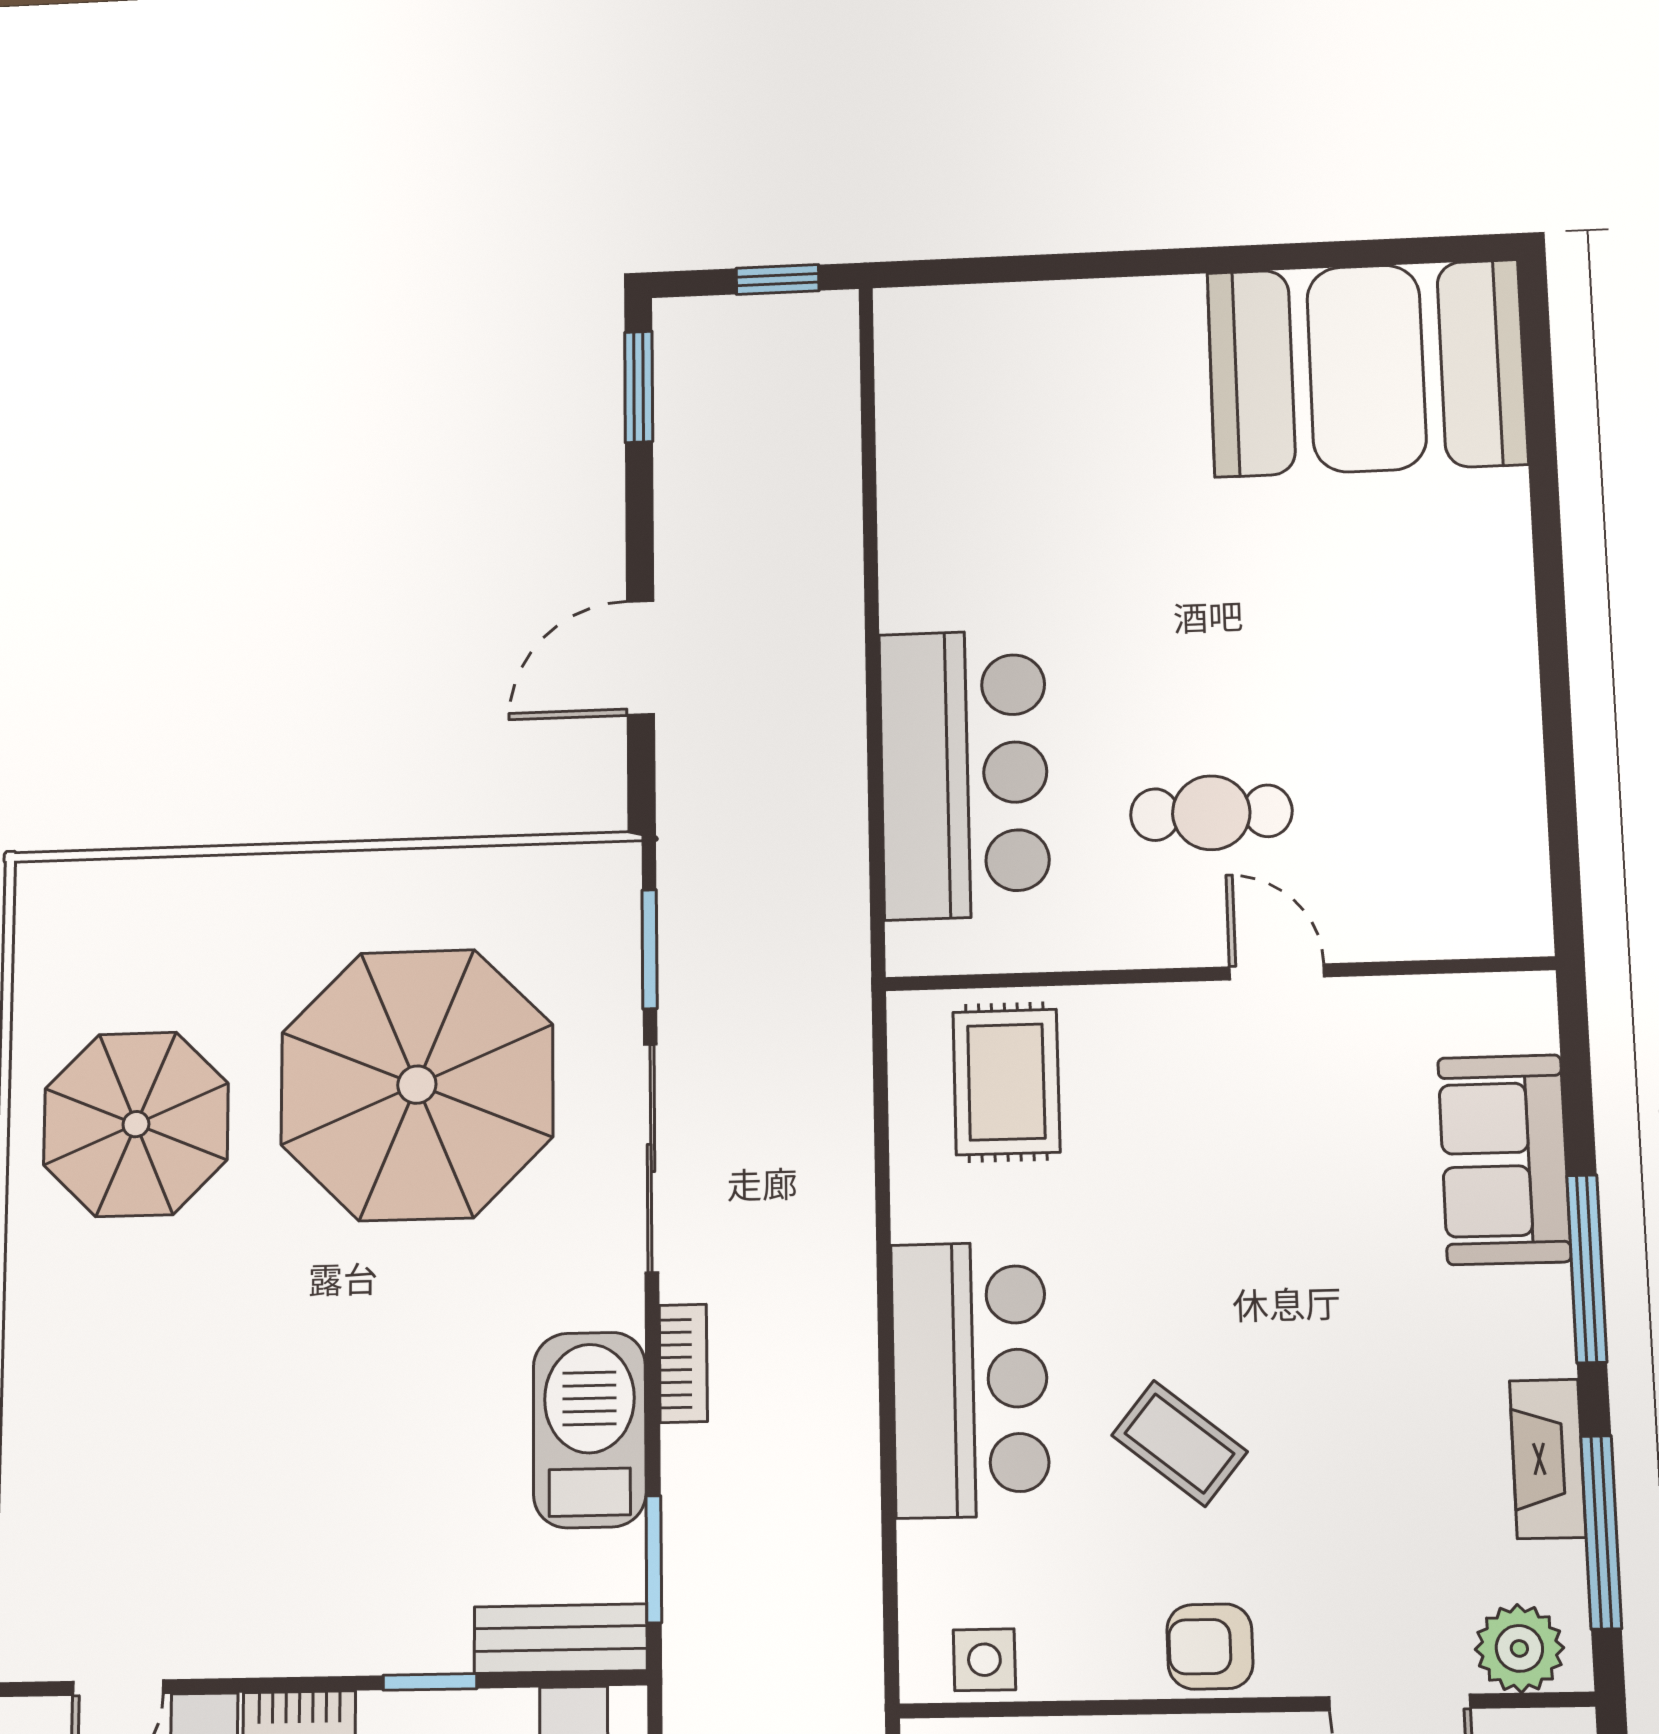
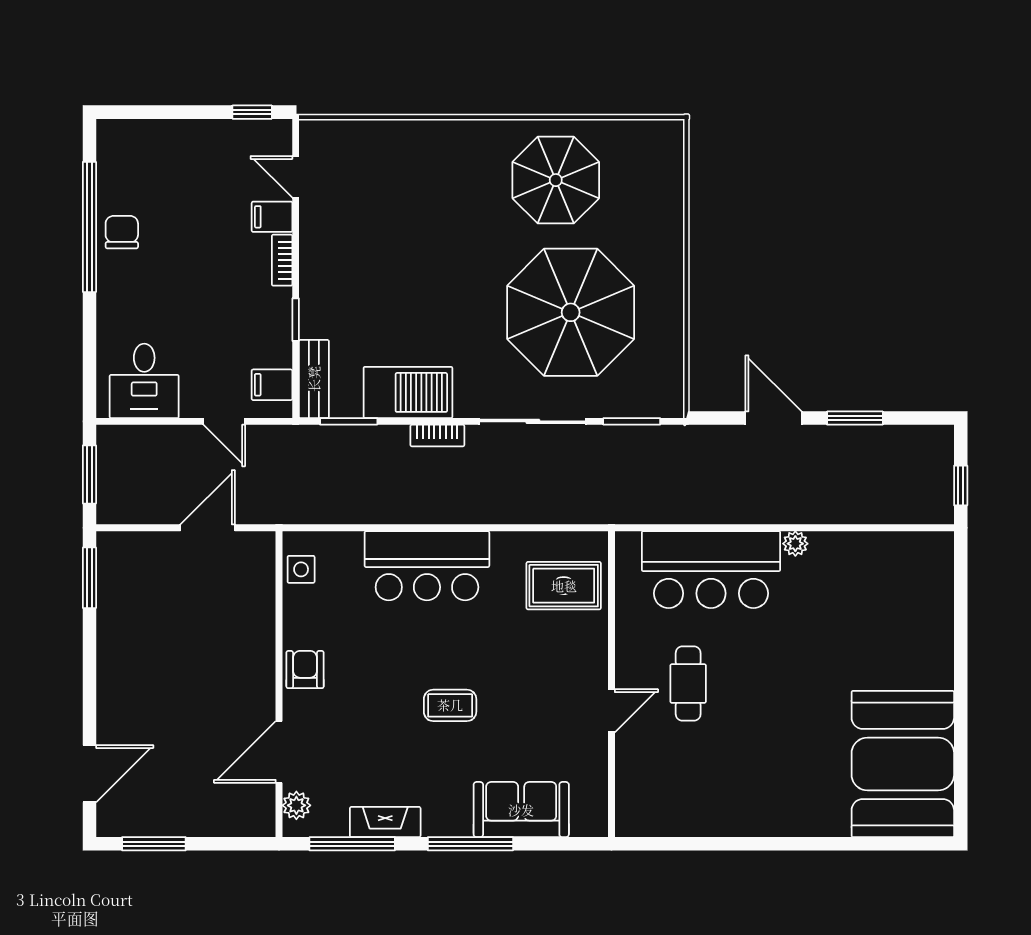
window: (639, 387) -> (855, 418), moved
plant: (905, 603) -> (795, 544), added
coffee table: (1179, 1443) -> (450, 705), moved, turned 51
plant: (1519, 1648) -> (296, 805), width x0.73, depth x0.73

